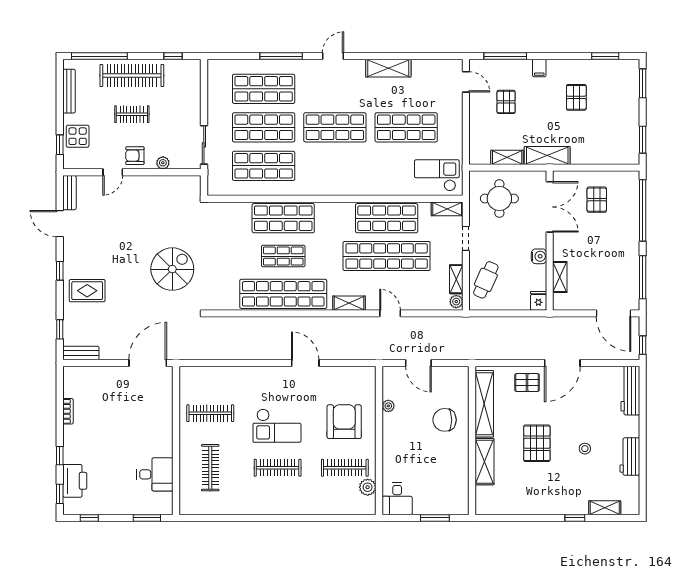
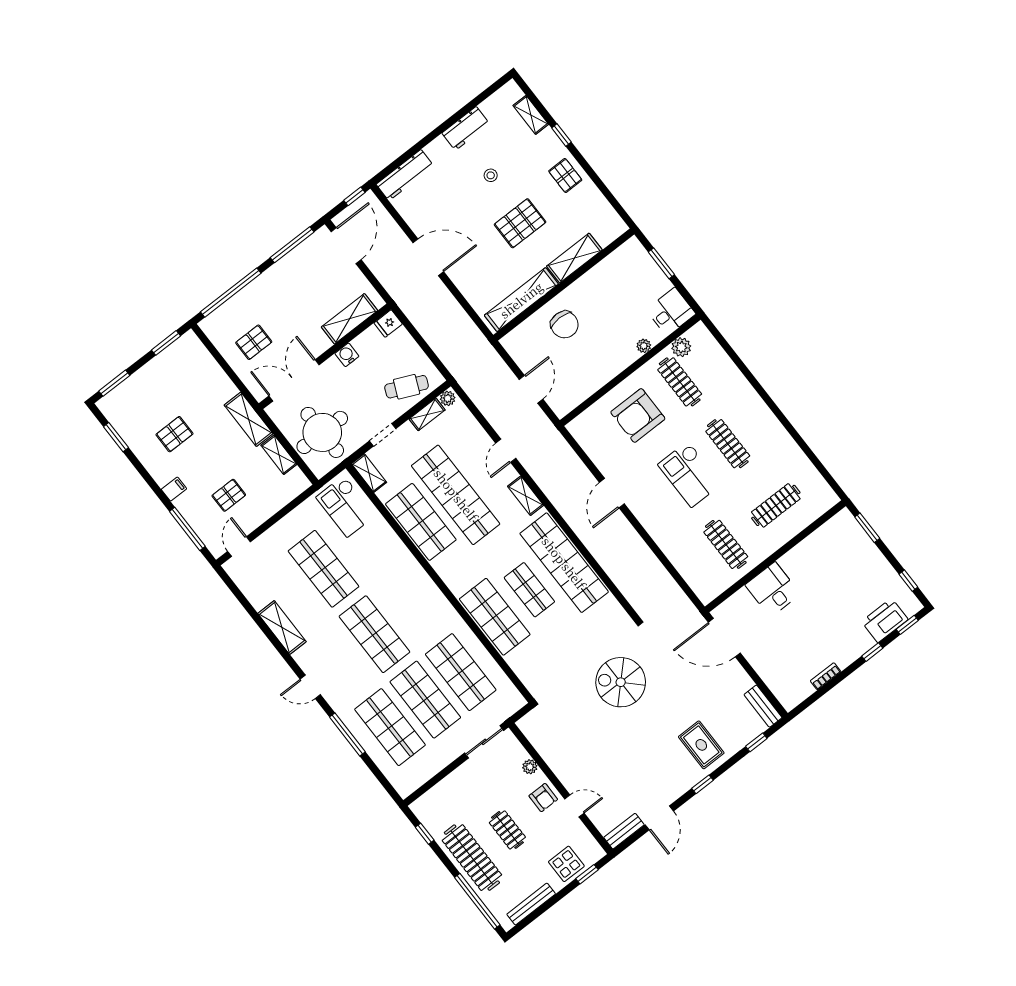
round table: (499, 198) -> (322, 432), width x1.36, depth x1.36
shelving: (560, 277) -> (349, 319), width x1.50, depth x1.33
pallet: (527, 383) -> (565, 175), moved
plant: (388, 406) -> (644, 346), moved
checkout: (277, 426) -> (690, 474), turned 180
desk: (155, 474) -> (773, 589), moved

